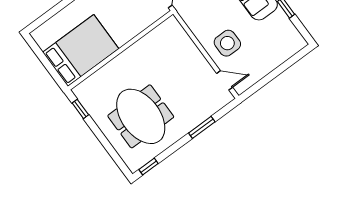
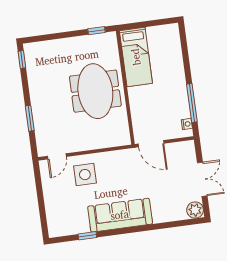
bed: (81, 50) -> (136, 57), width x0.67
meeting table: (141, 116) -> (95, 91), moved, turned 90

